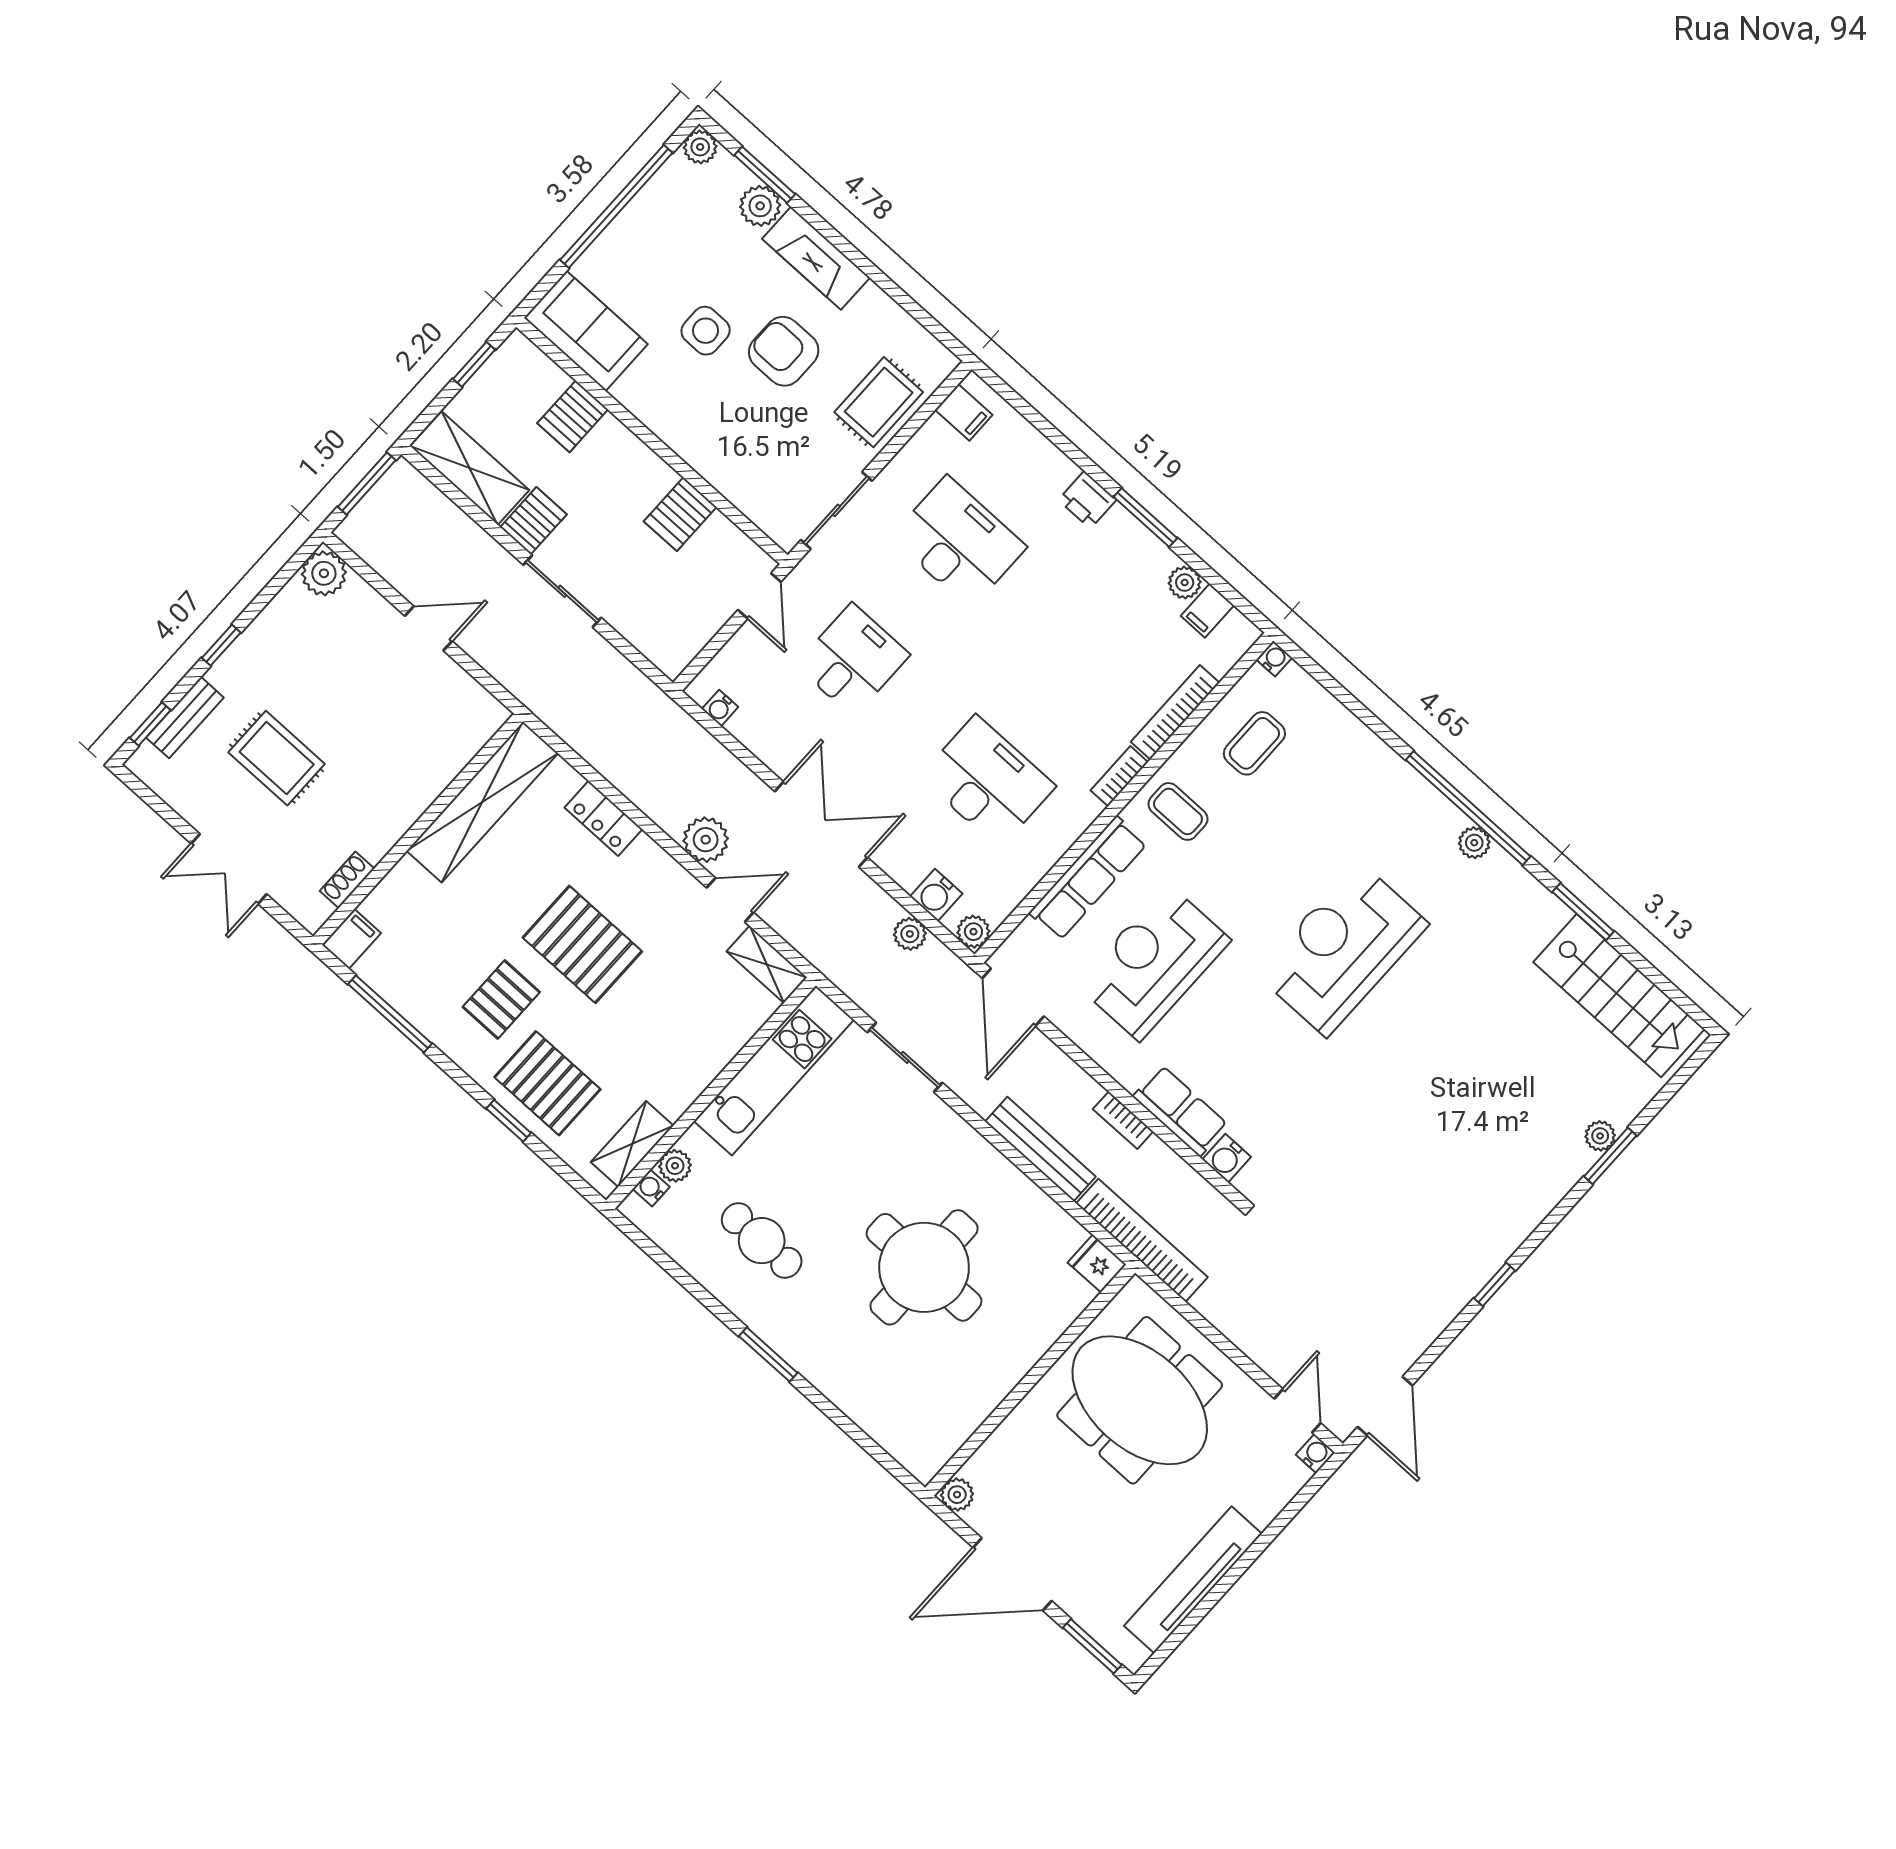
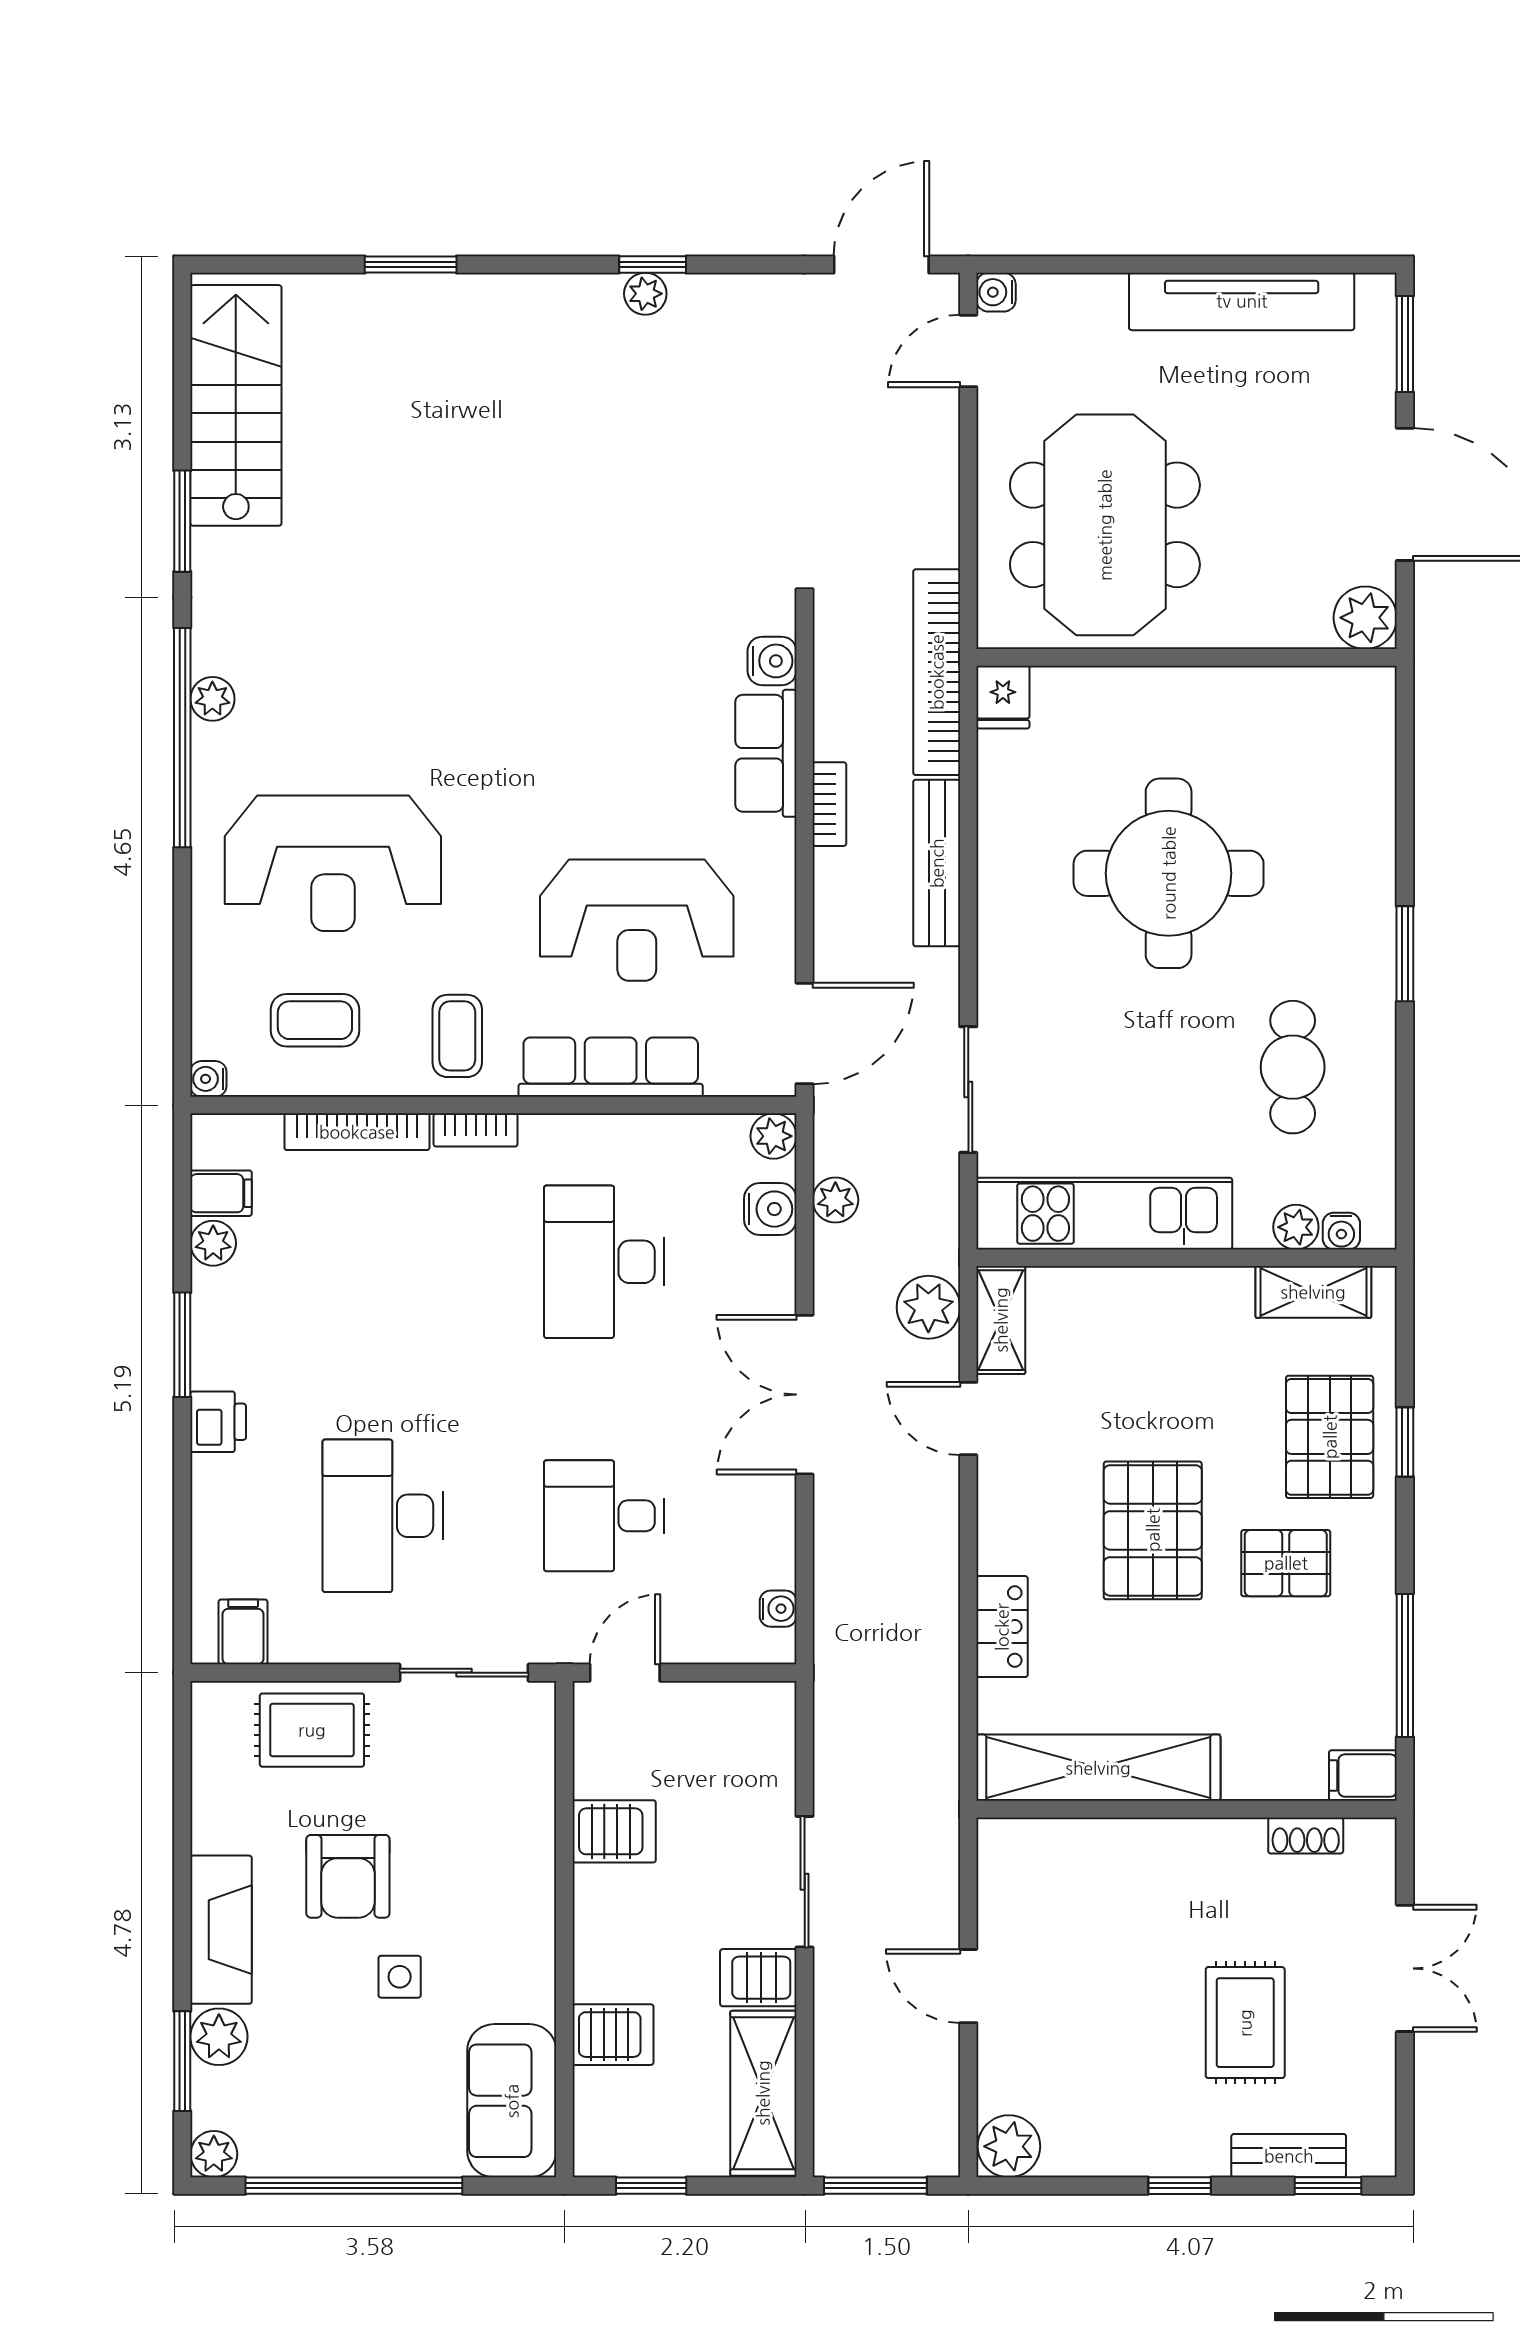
side table: (706, 331) -> (400, 1977), width x0.73, depth x0.73
plant: (706, 840) -> (928, 1307), moved
reception desk: (1342, 949) -> (333, 863), moved
plant: (1600, 1136) -> (645, 294), moved
plant: (957, 1495) -> (1365, 618), width x1.38, depth x1.38

